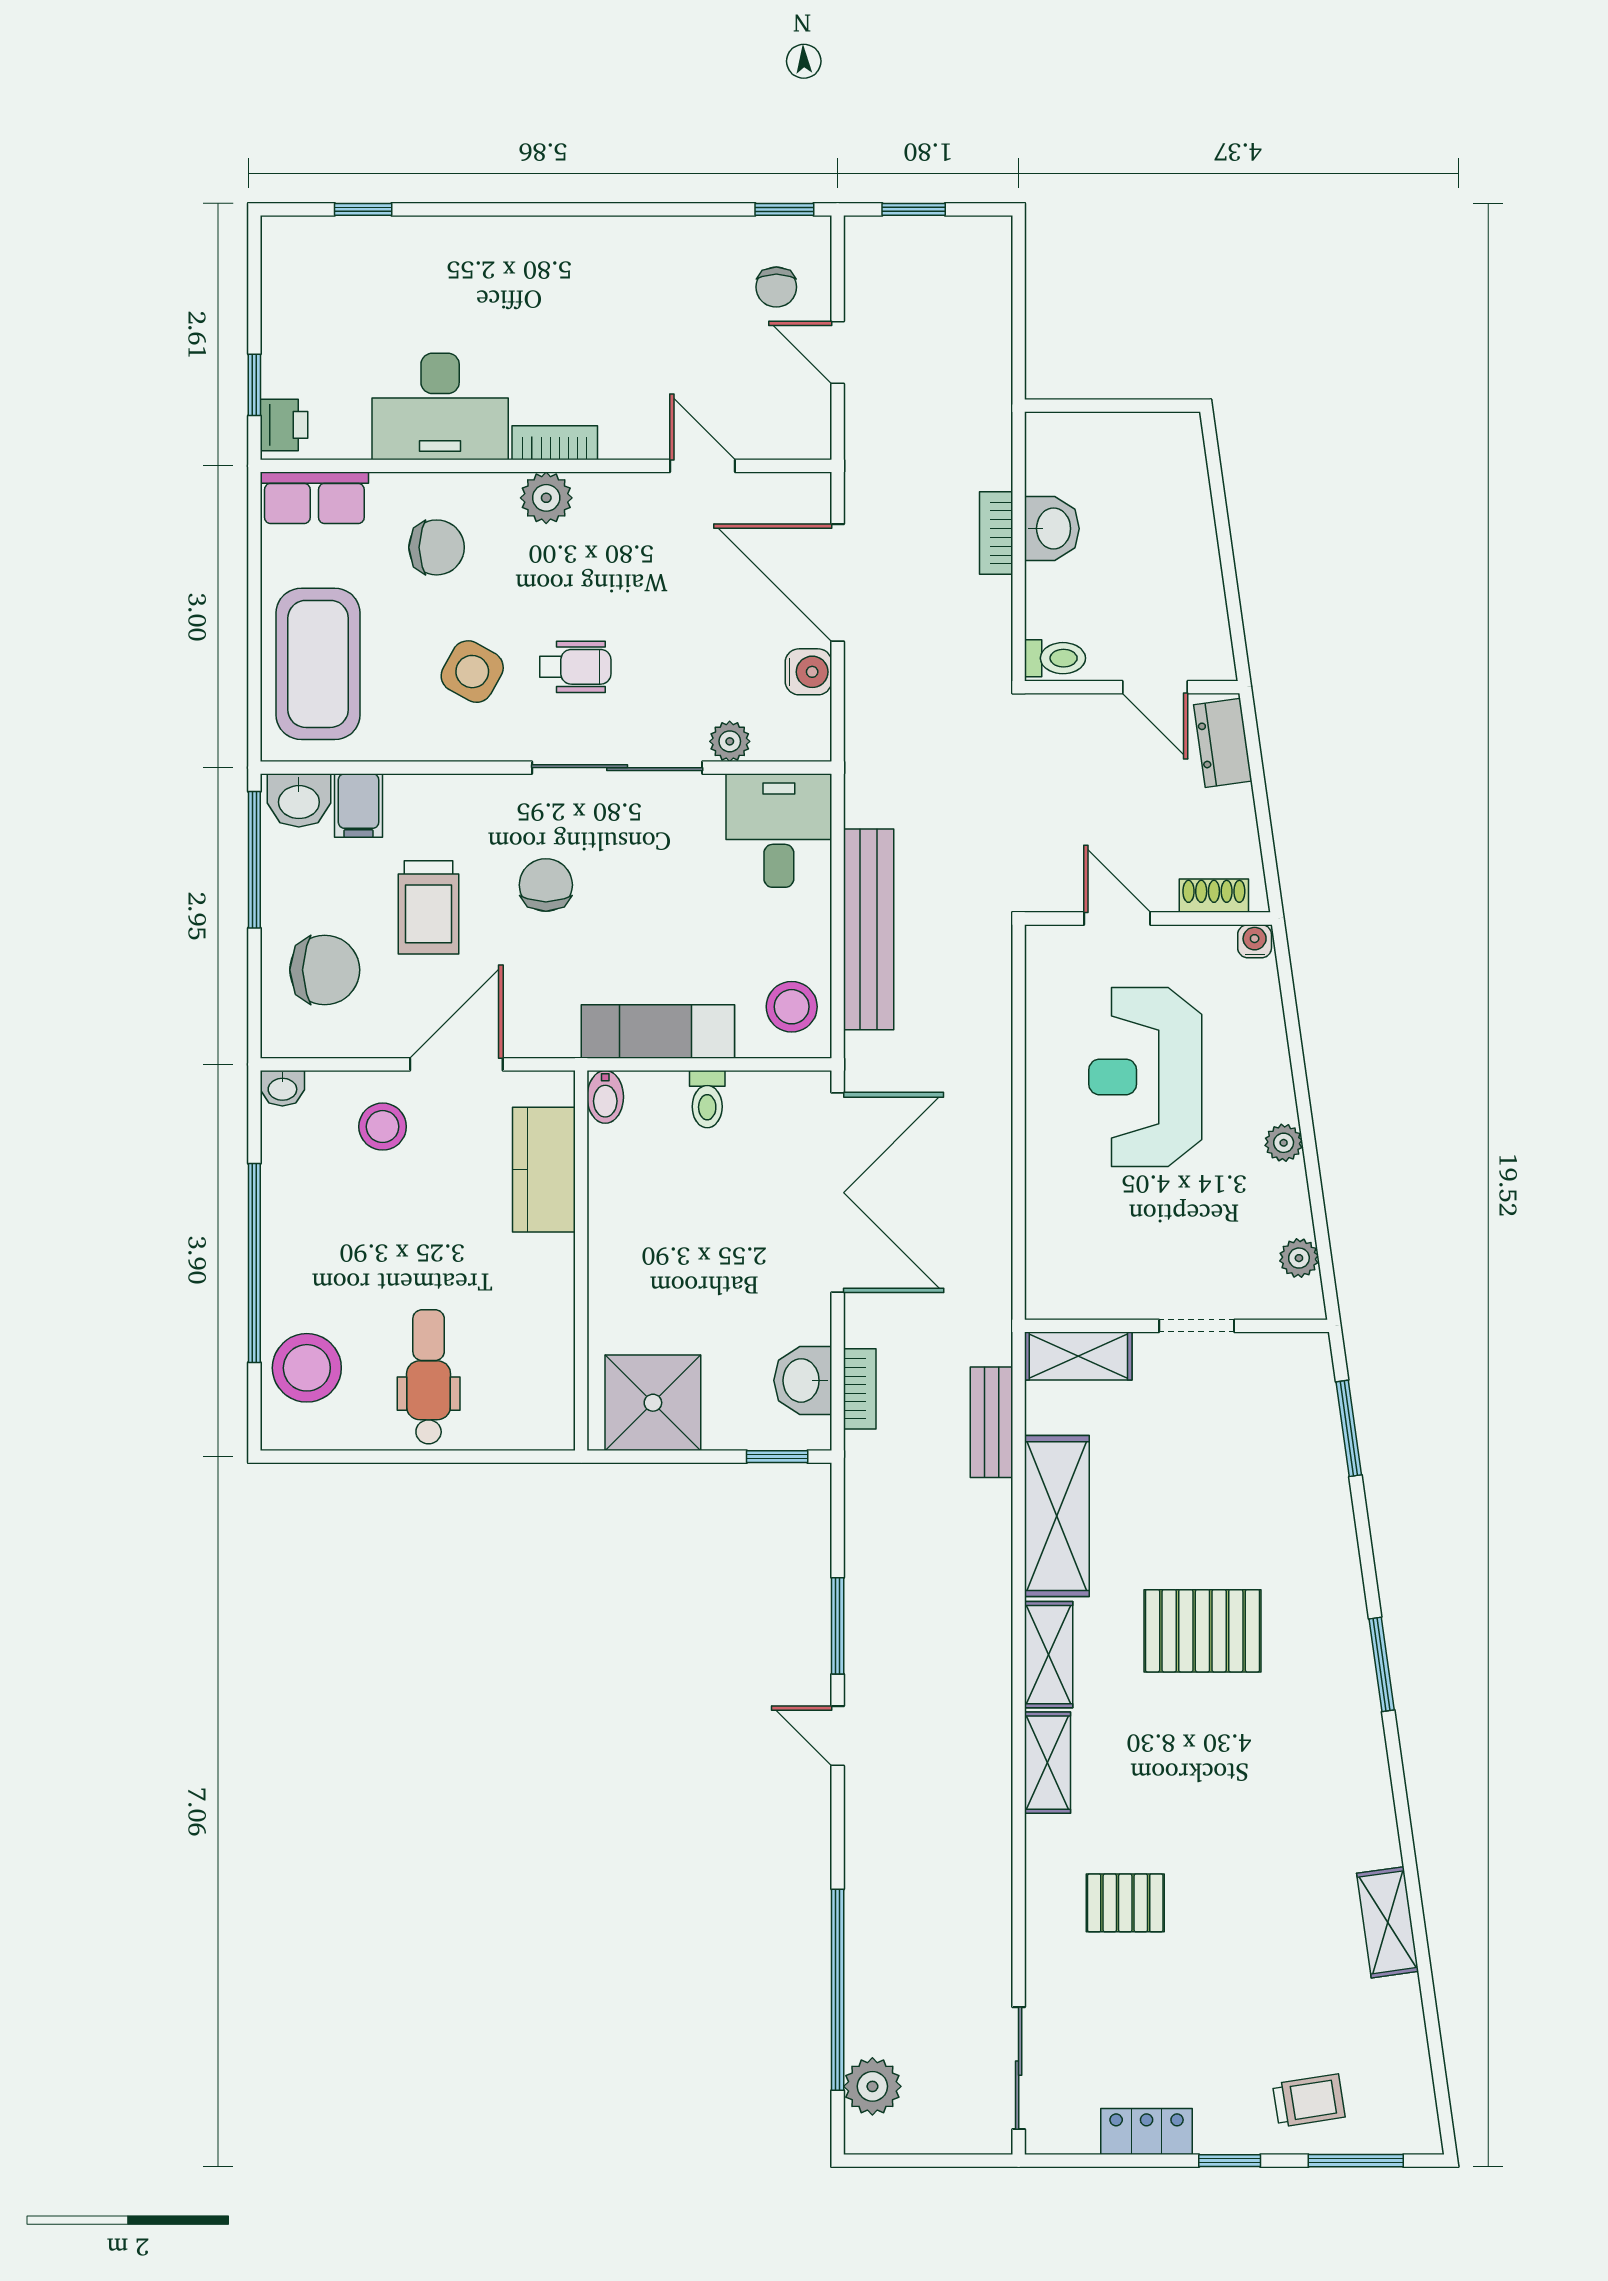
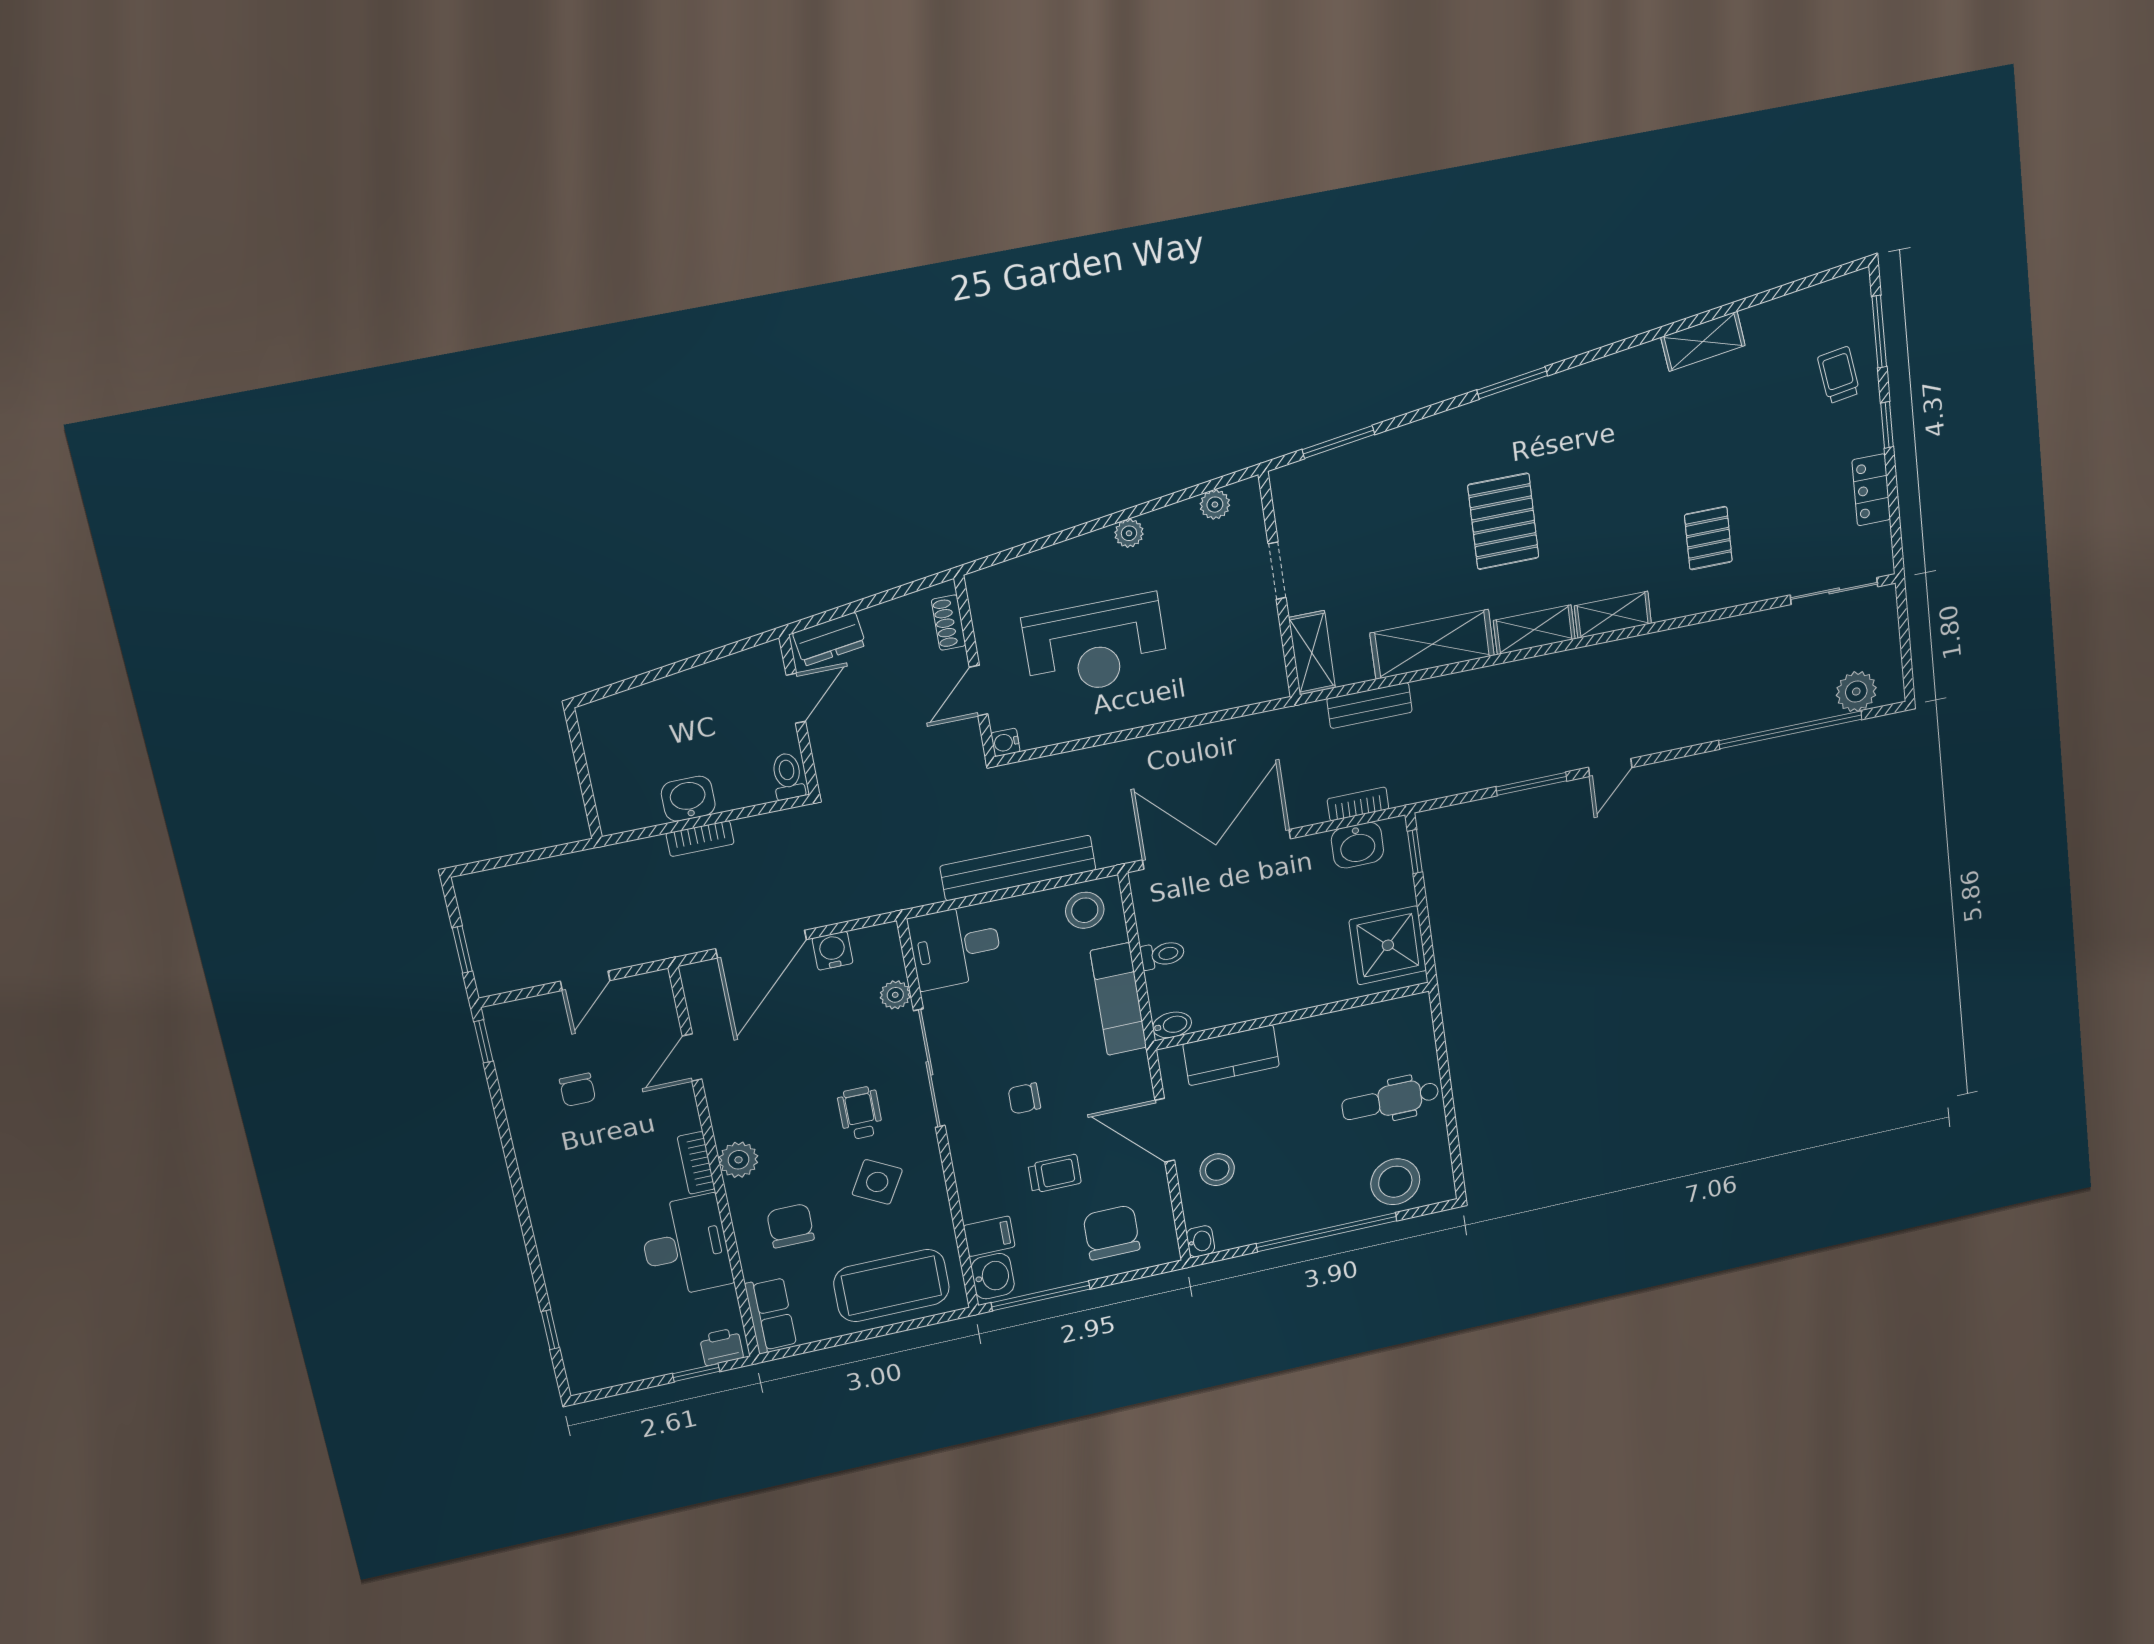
chair: (776, 287) -> (577, 1090), moved, turned 90
chair: (546, 885) -> (1024, 1098), width x0.73, depth x0.73
trolley: (428, 907) -> (1055, 1174), width x0.73, depth x0.72
water cooler: (1255, 941) -> (1005, 742), moved

